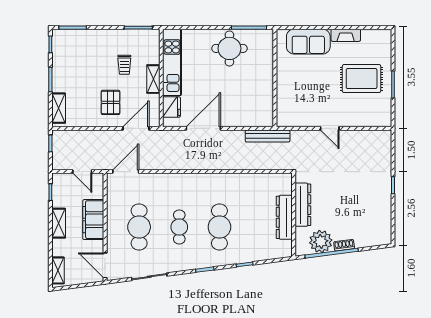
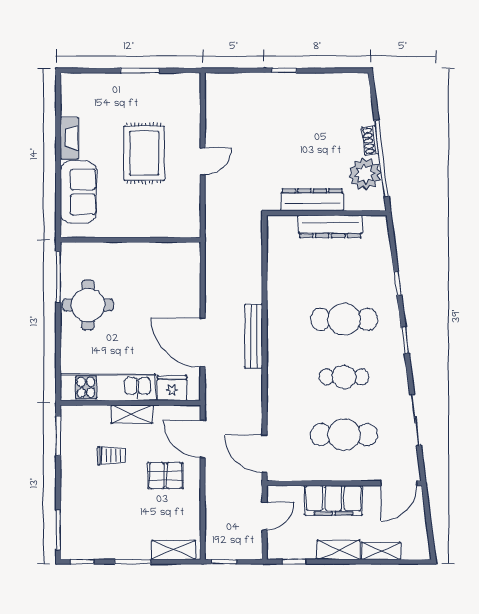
rug: (362, 79) -> (144, 153), moved
bench: (268, 136) -> (254, 336), moved
shelving: (58, 270) -> (381, 551), moved

